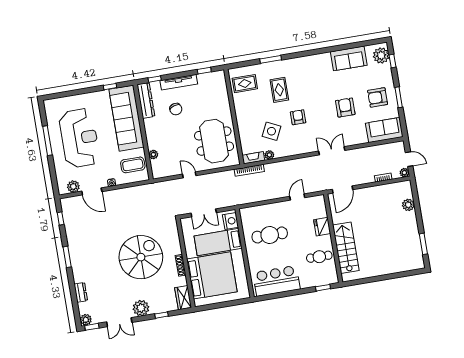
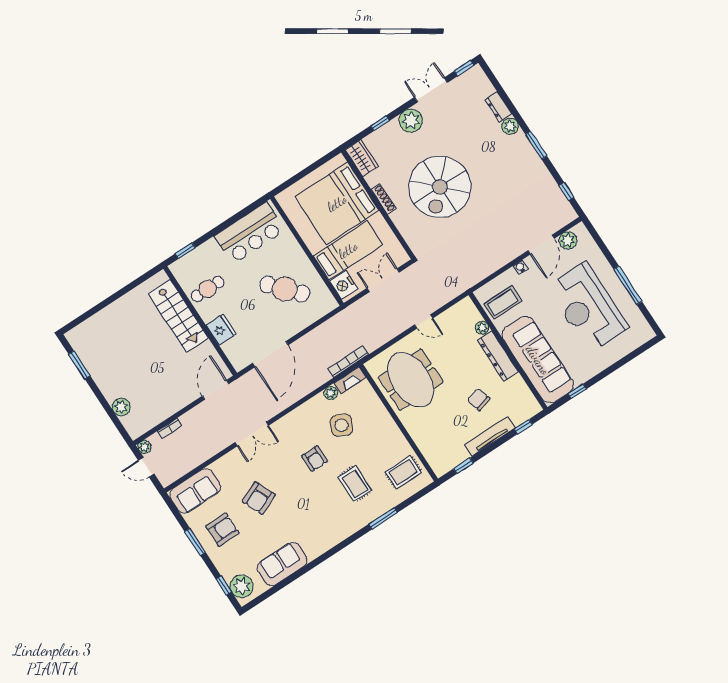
dresser: (146, 100) -> (498, 356), moved
armchair: (345, 108) -> (259, 498), turned 66
door: (92, 191) -> (541, 245), swing flipped
door: (297, 197) -> (270, 354), width x1.87
cafe table: (270, 235) -> (285, 289), turned 48
plant: (86, 320) -> (510, 126), moved

